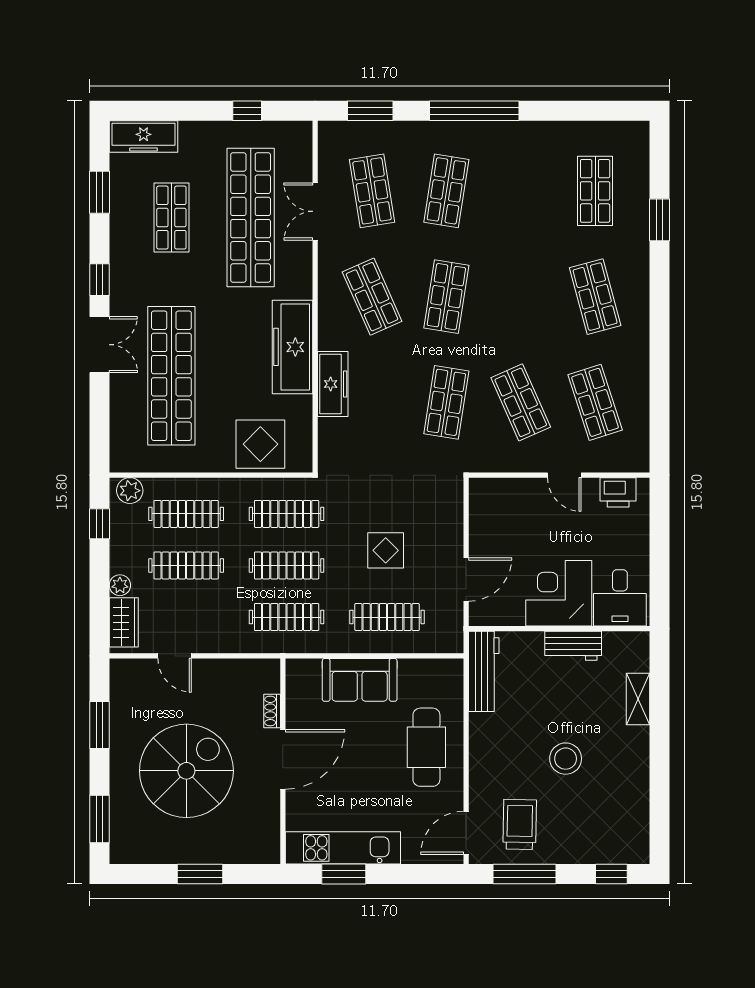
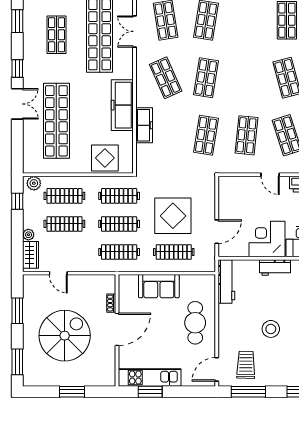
shop shelf: (521, 402) -> (246, 135), turned 30
display table: (386, 550) -> (173, 216), width x1.86, depth x1.86

